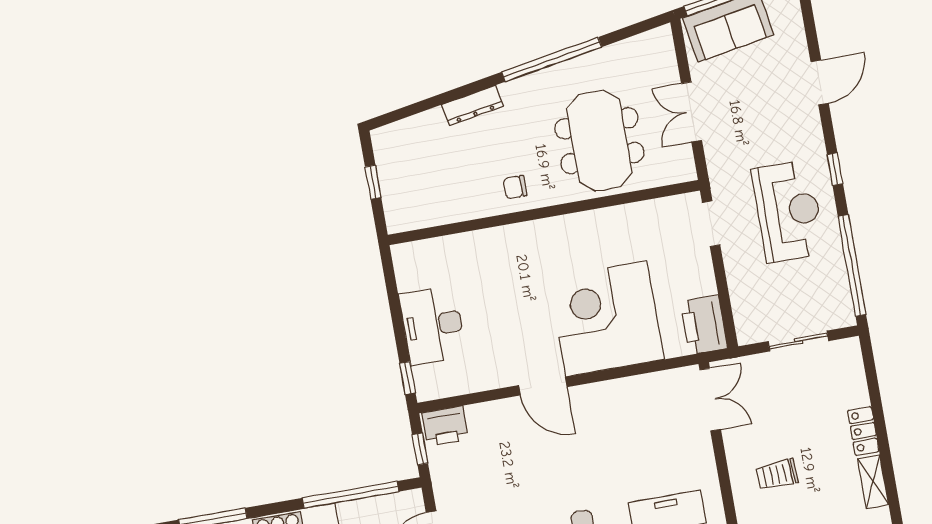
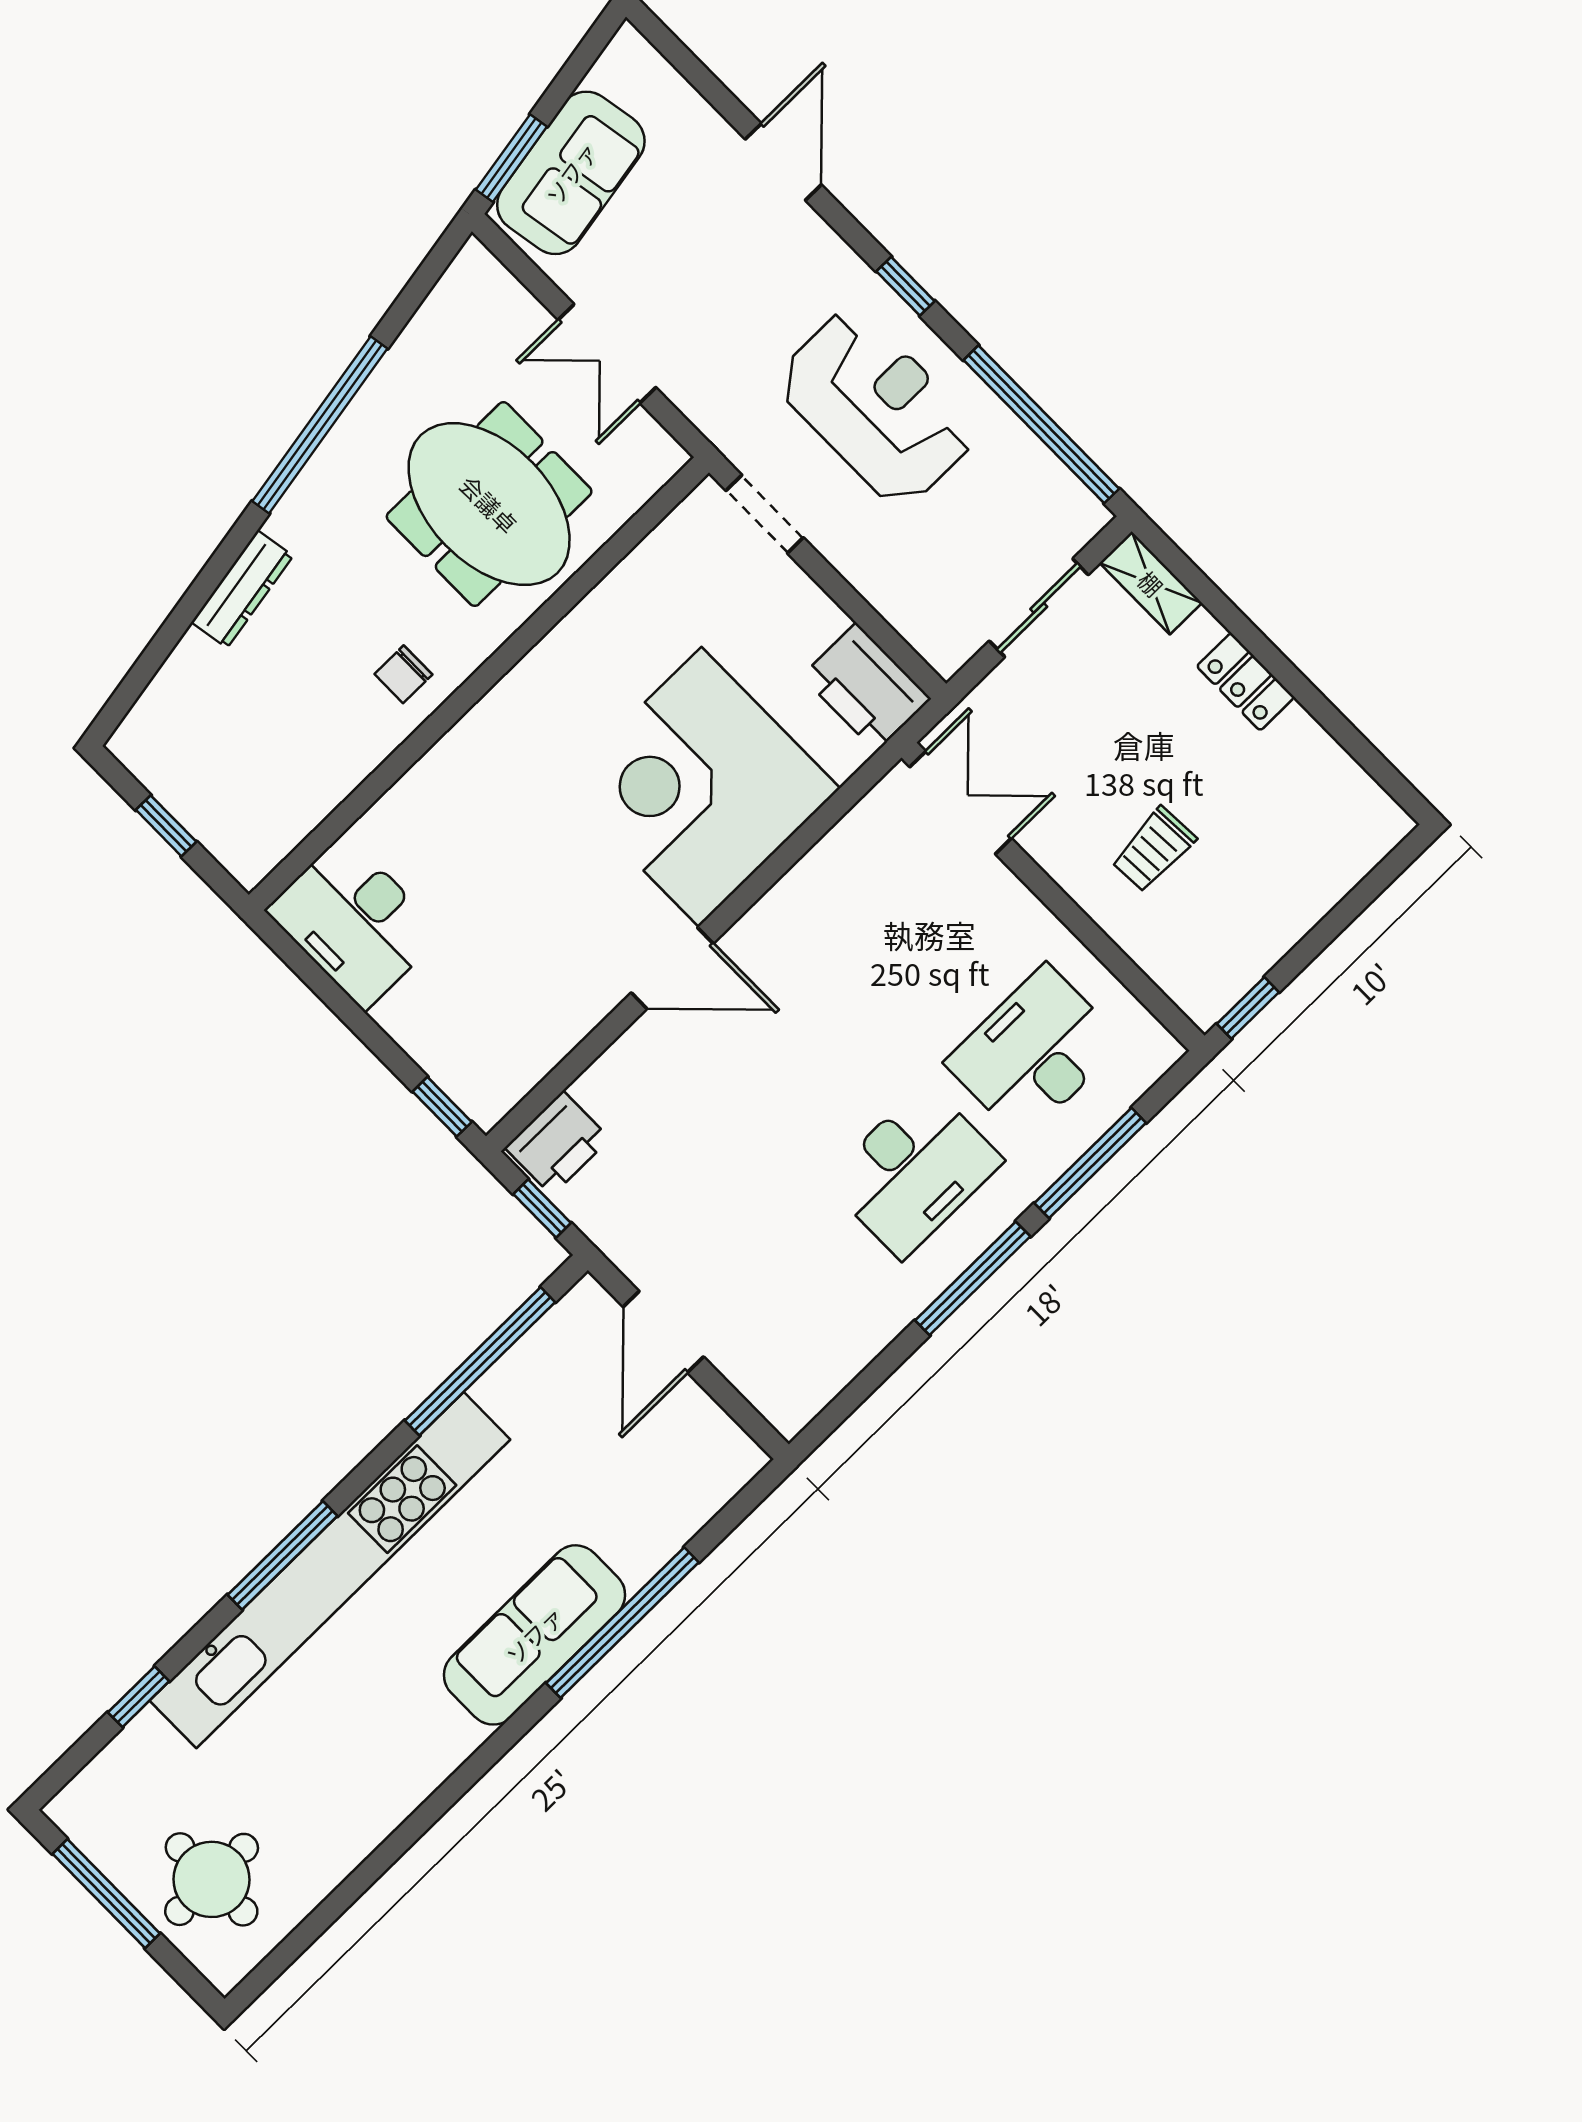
desk: (433, 325) -> (354, 922), moved
shelving: (873, 482) -> (1151, 583), moved

